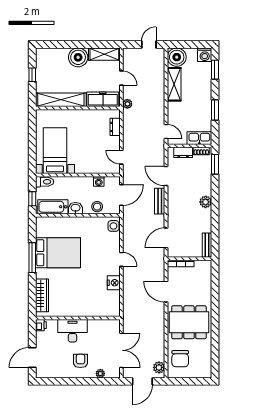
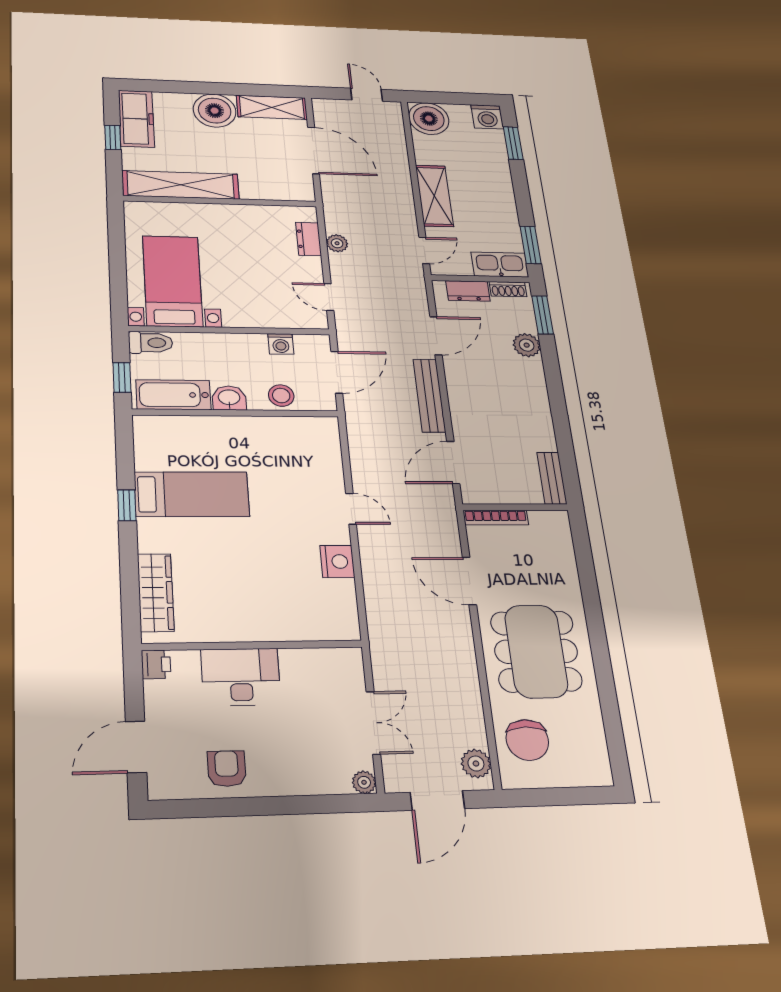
door: (149, 44) -> (367, 95), hinge flipped
door: (121, 78) -> (314, 150), width x1.88
shelving: (174, 84) -> (434, 196), moved
freezer: (103, 99) -> (136, 119), moved, turned 90
plant: (127, 104) -> (337, 243), moved
window: (215, 110) -> (531, 245), moved
door: (166, 132) -> (424, 250), hinge flipped
door: (166, 176) -> (436, 336), swing flipped
bench: (160, 201) -> (429, 396), width x1.36
plant: (206, 202) -> (527, 345), moved
side table: (113, 226) -> (324, 436), removed
bed: (58, 253) -> (192, 494), width x0.67
window: (32, 258) -> (127, 505), width x0.46
dining table: (189, 322) -> (536, 651), turned 90
double door: (121, 350) -> (373, 723), width x0.73
armchair: (80, 361) -> (227, 769), moved
plant: (100, 374) -> (364, 782), moved

